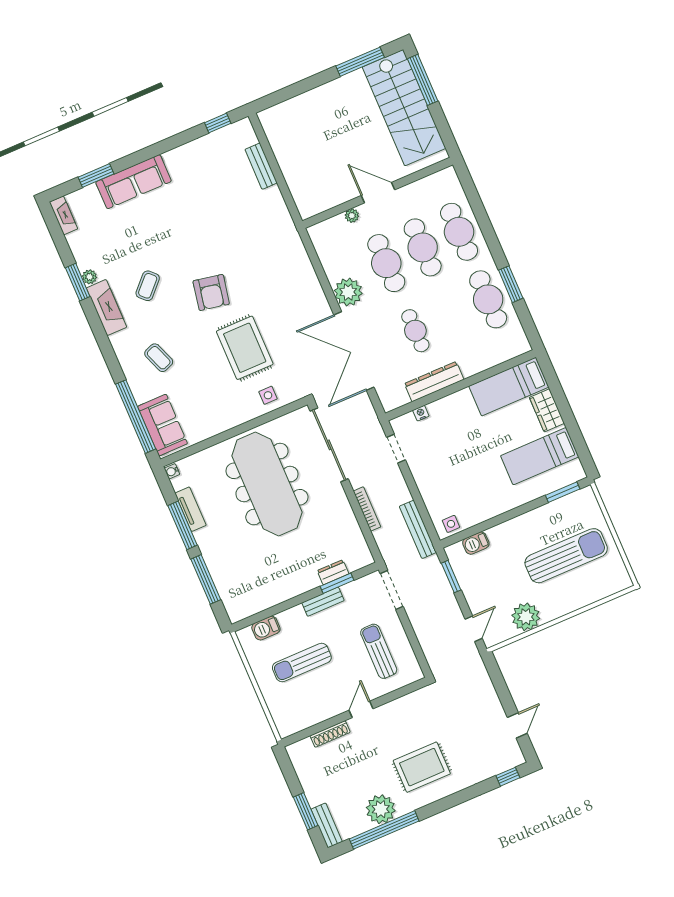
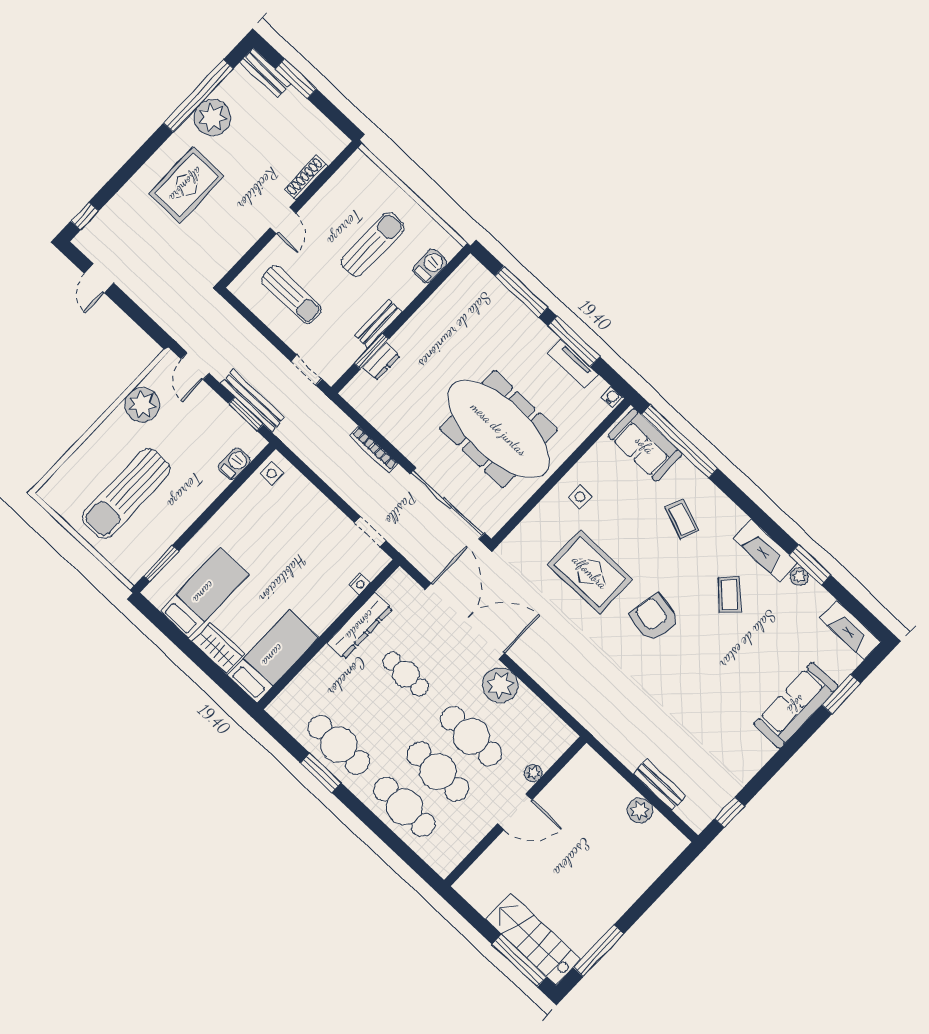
stairs: (404, 108) -> (533, 939), width x0.73, depth x0.66
plant: (284, 153) -> (640, 810), added
fireplace: (64, 215) -> (850, 630), width x1.37, depth x1.32
coffee table: (159, 358) -> (682, 519), turned 42
side table: (268, 395) -> (580, 497), moved
bench: (418, 529) -> (252, 400), moved
doorway: (392, 590) -> (306, 370), width x0.73

